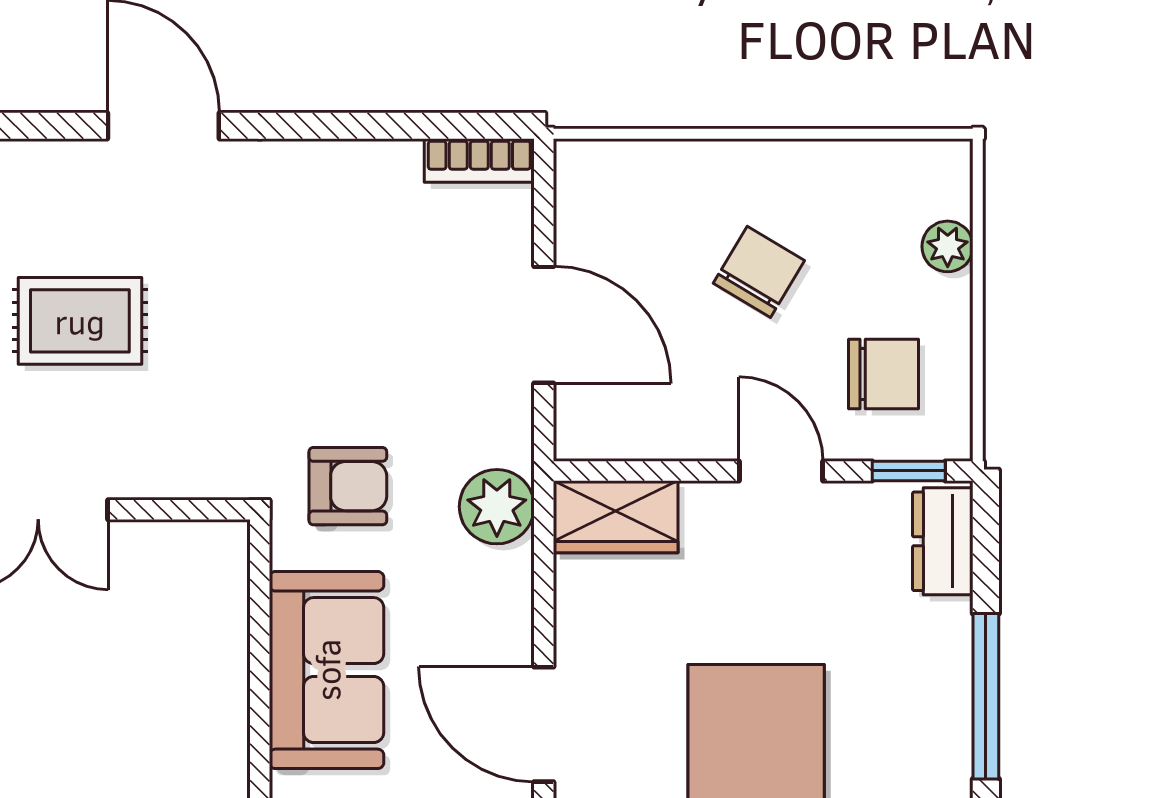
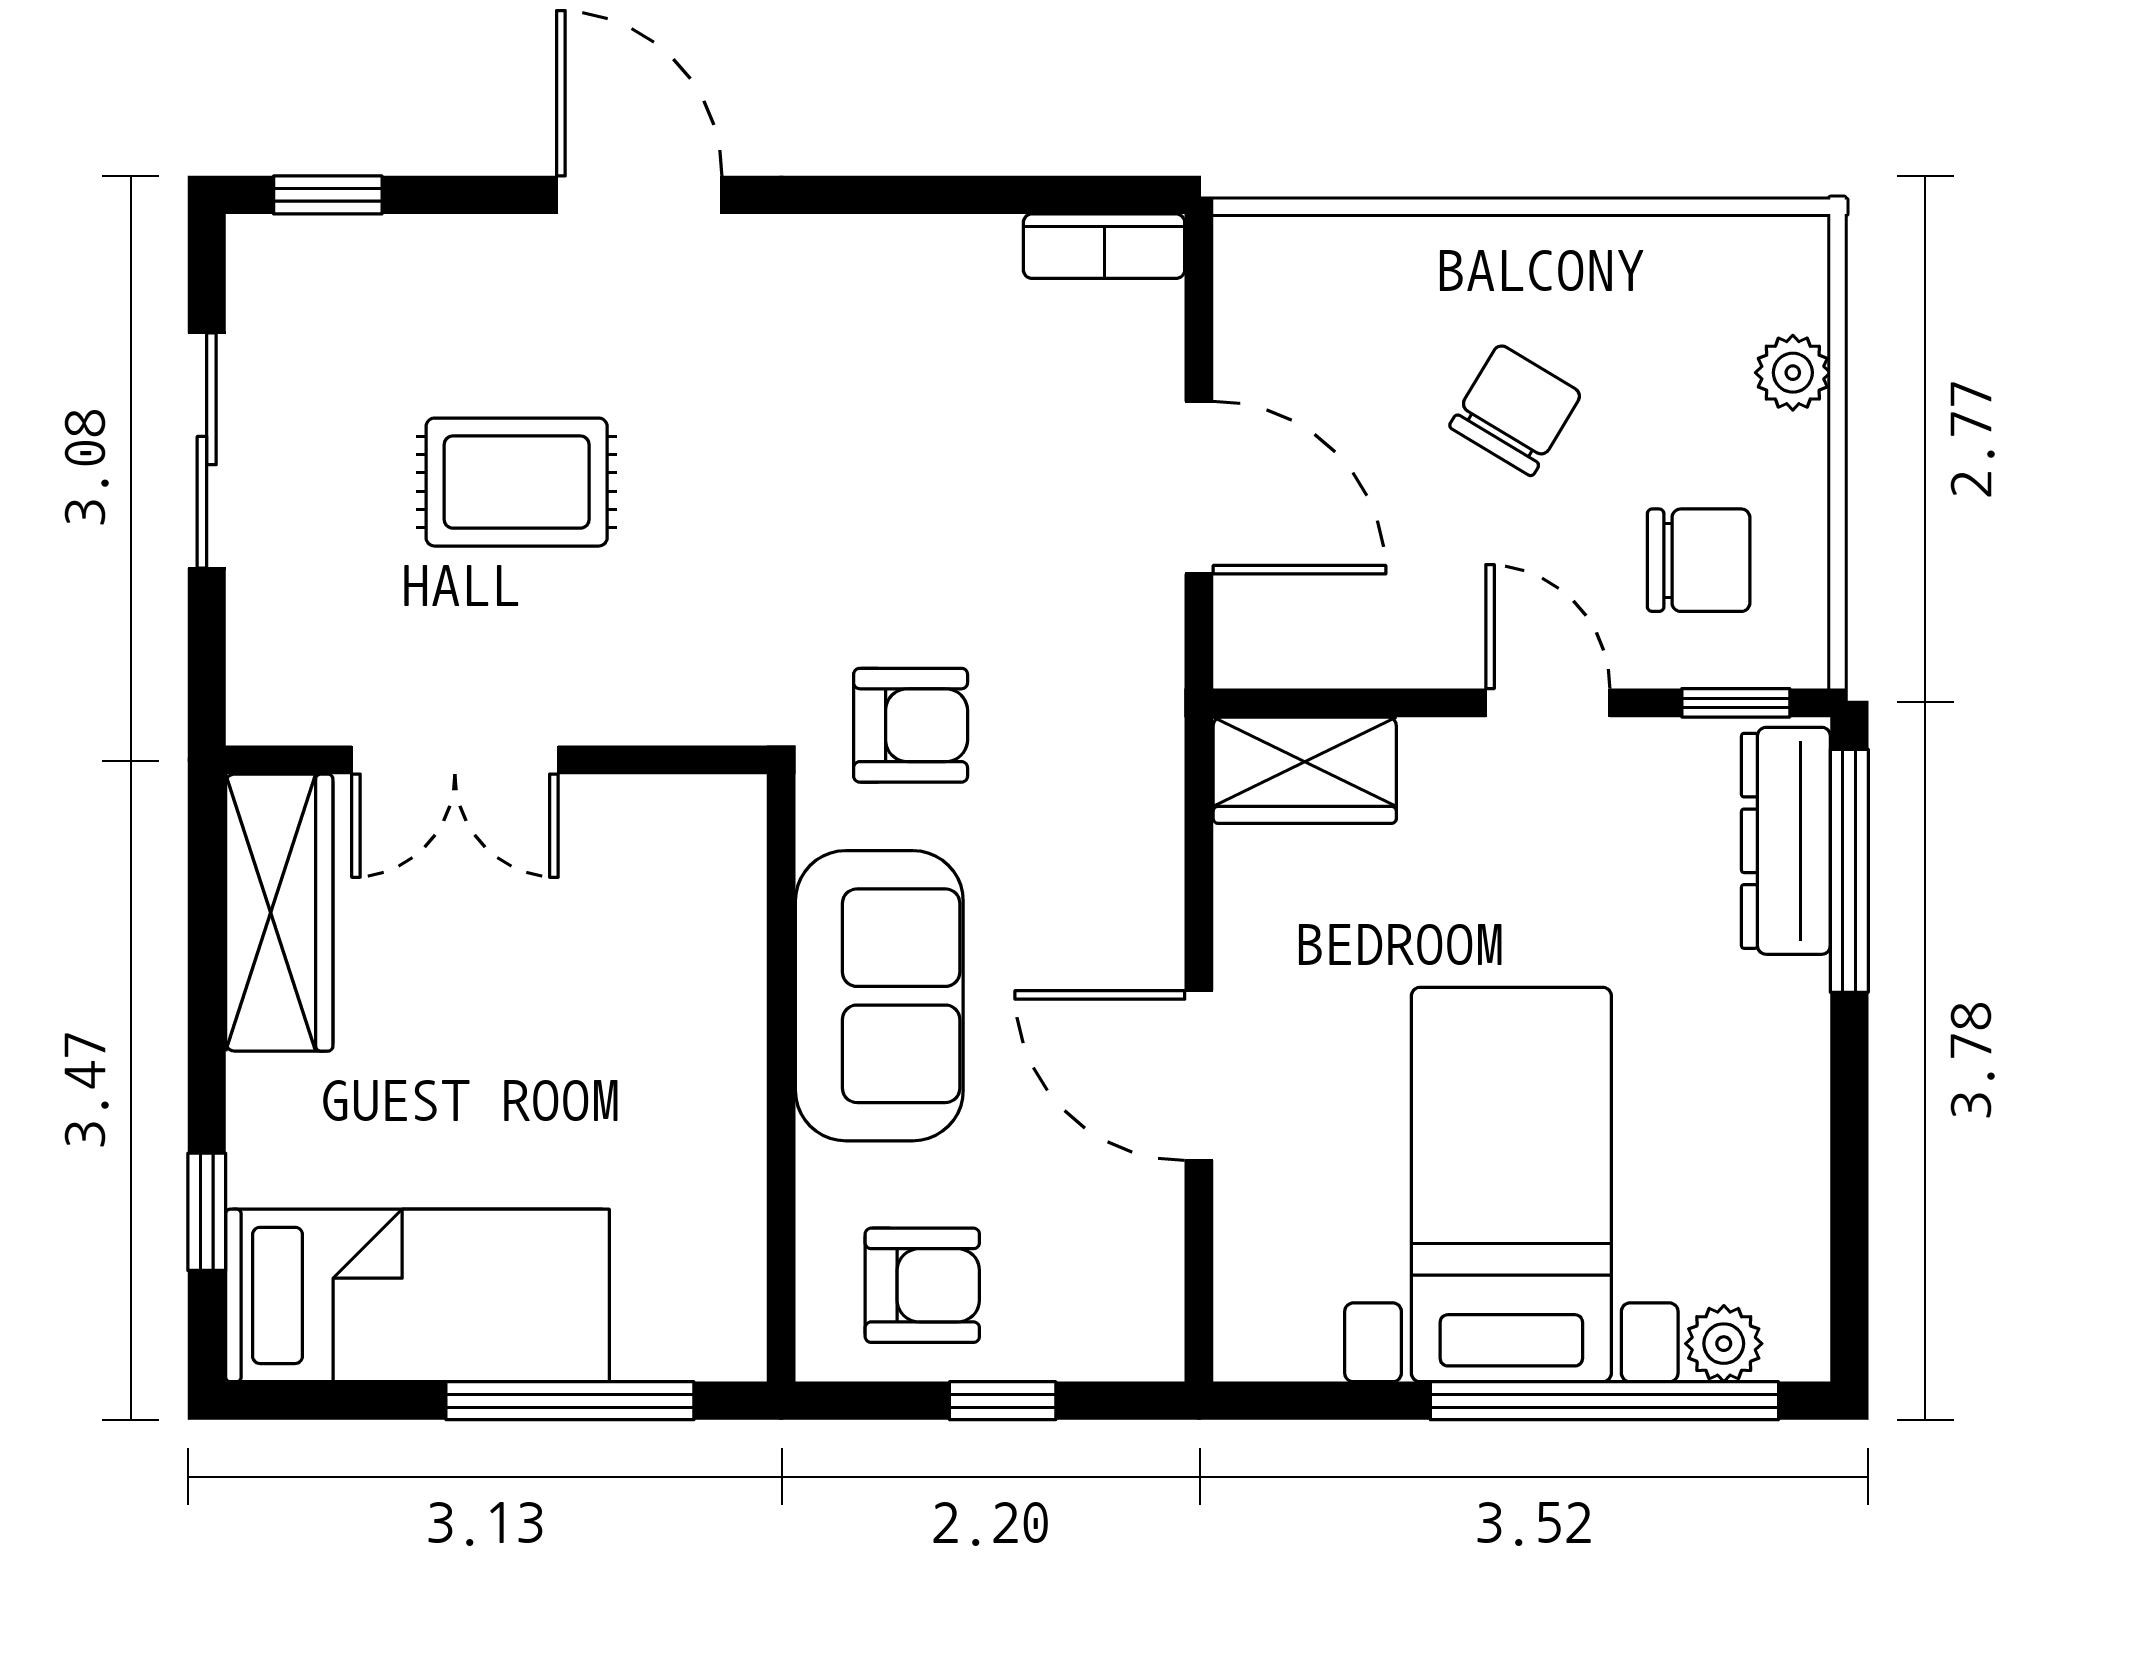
plant: (497, 507) -> (1130, 755), removed
dresser: (943, 541) -> (1786, 841), width x1.44
window: (986, 696) -> (1849, 871), moved

